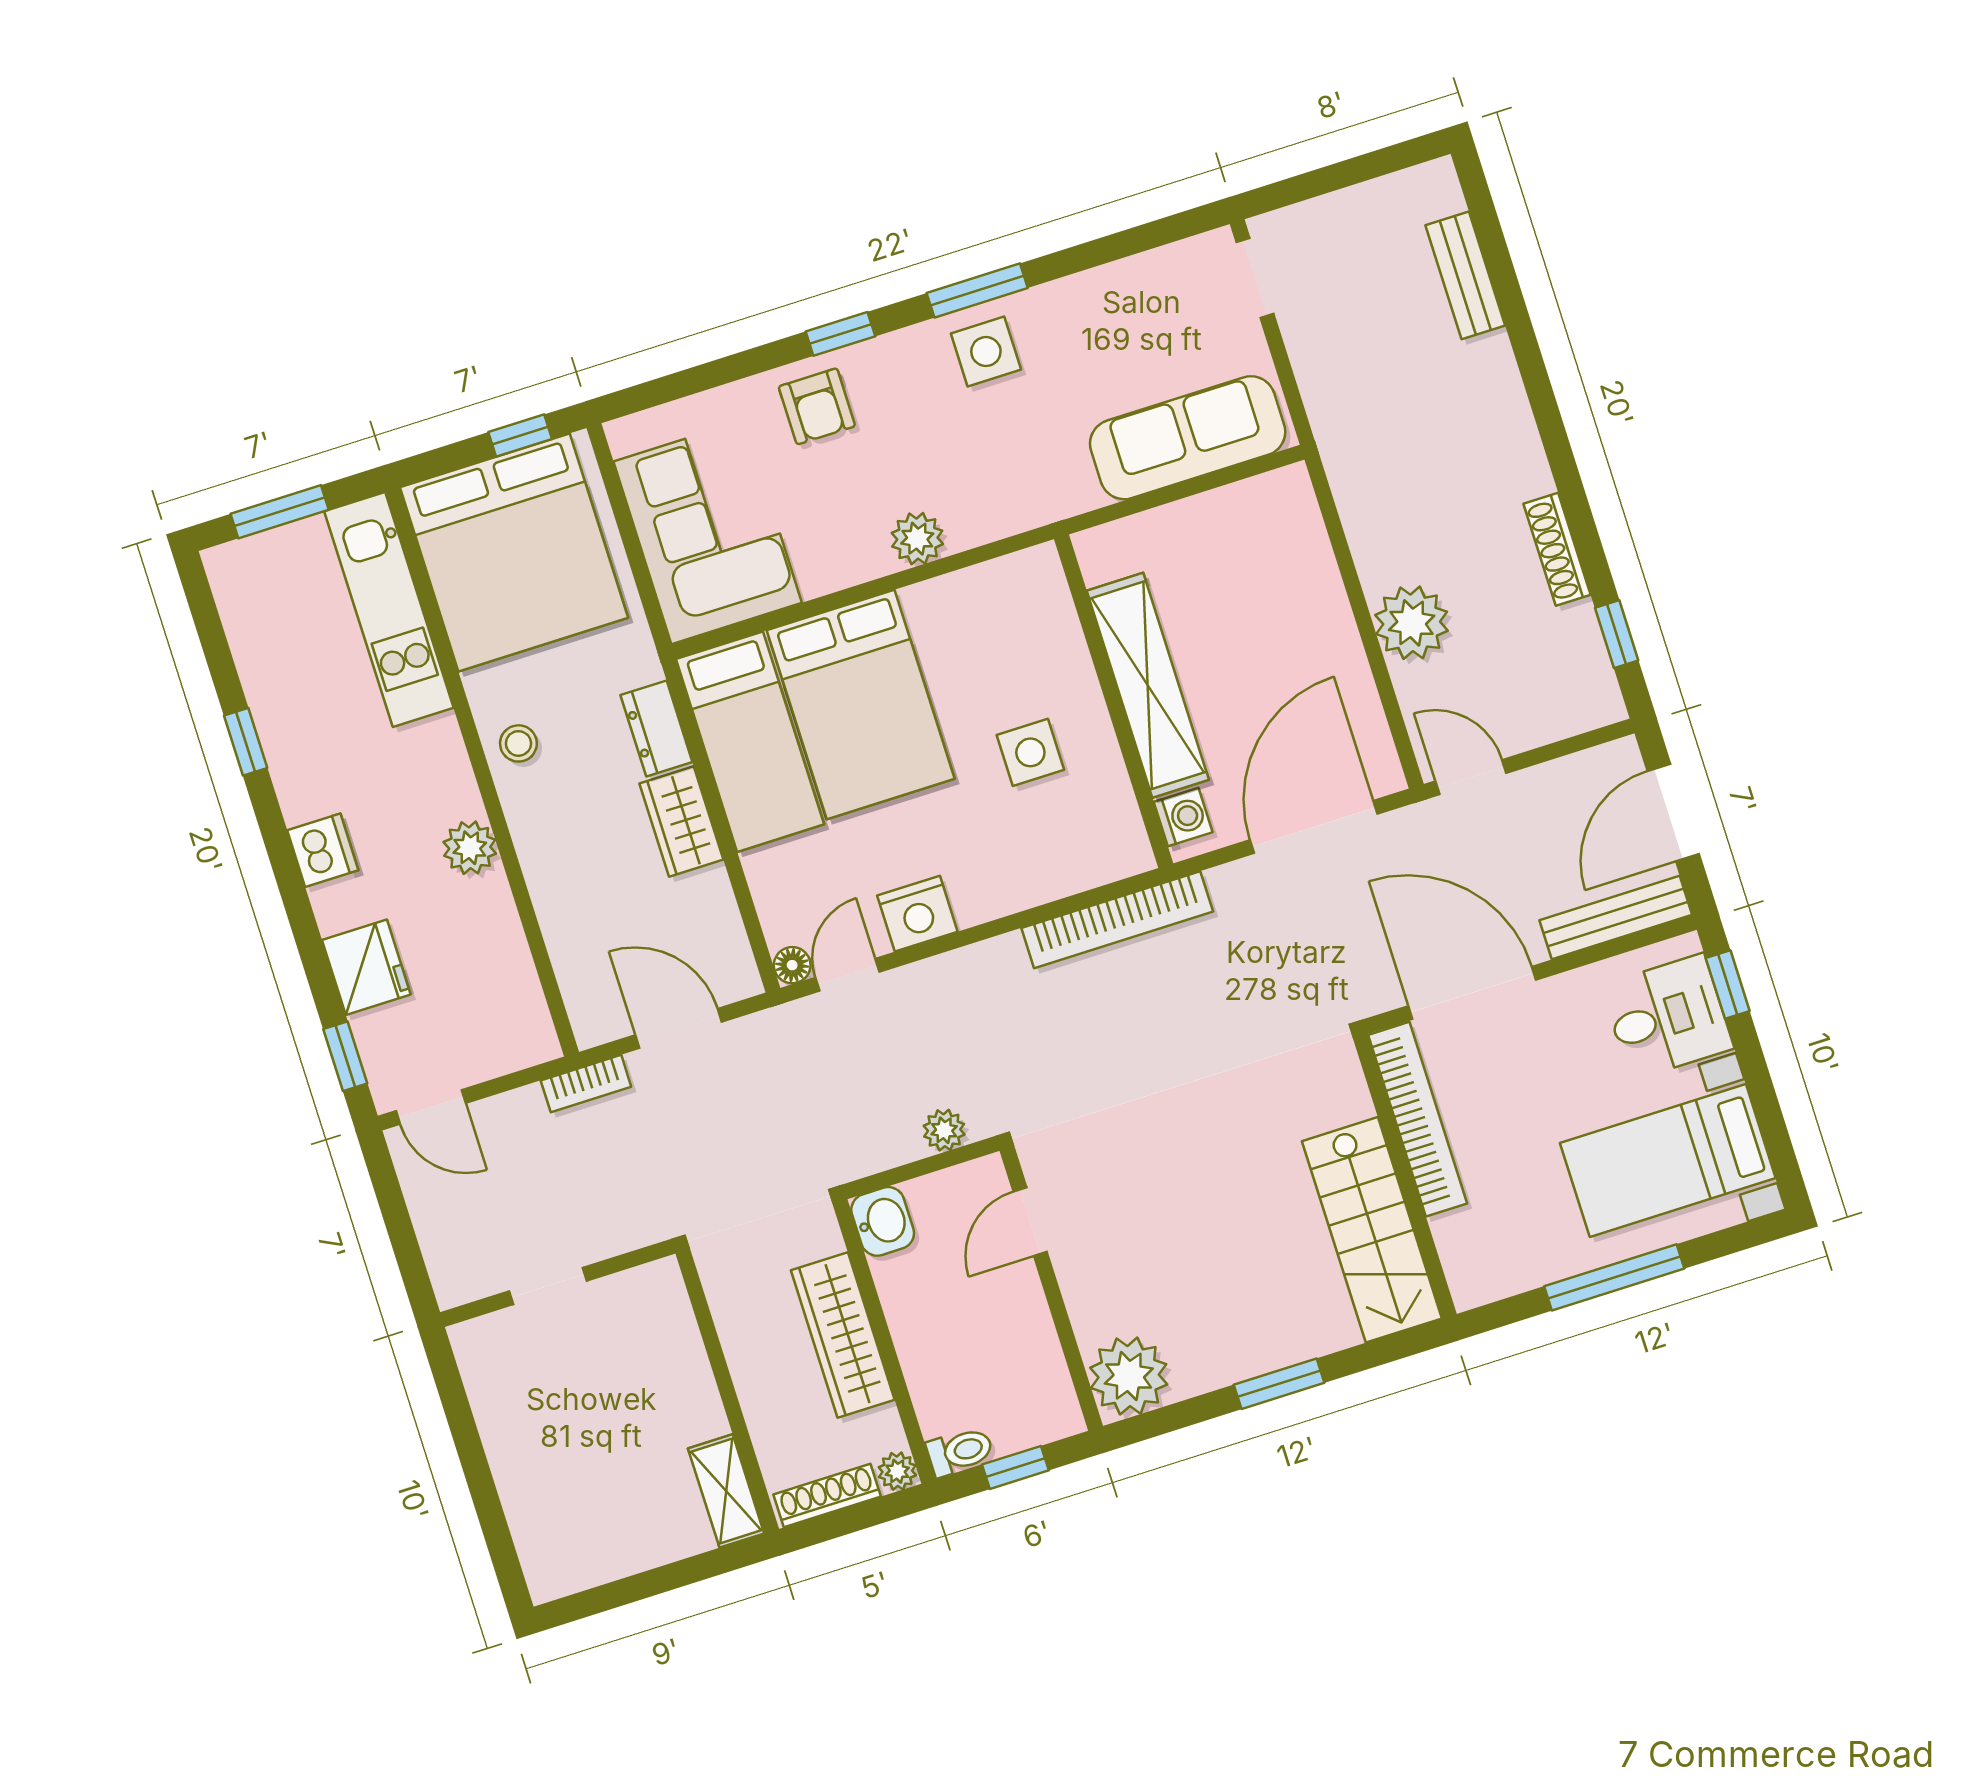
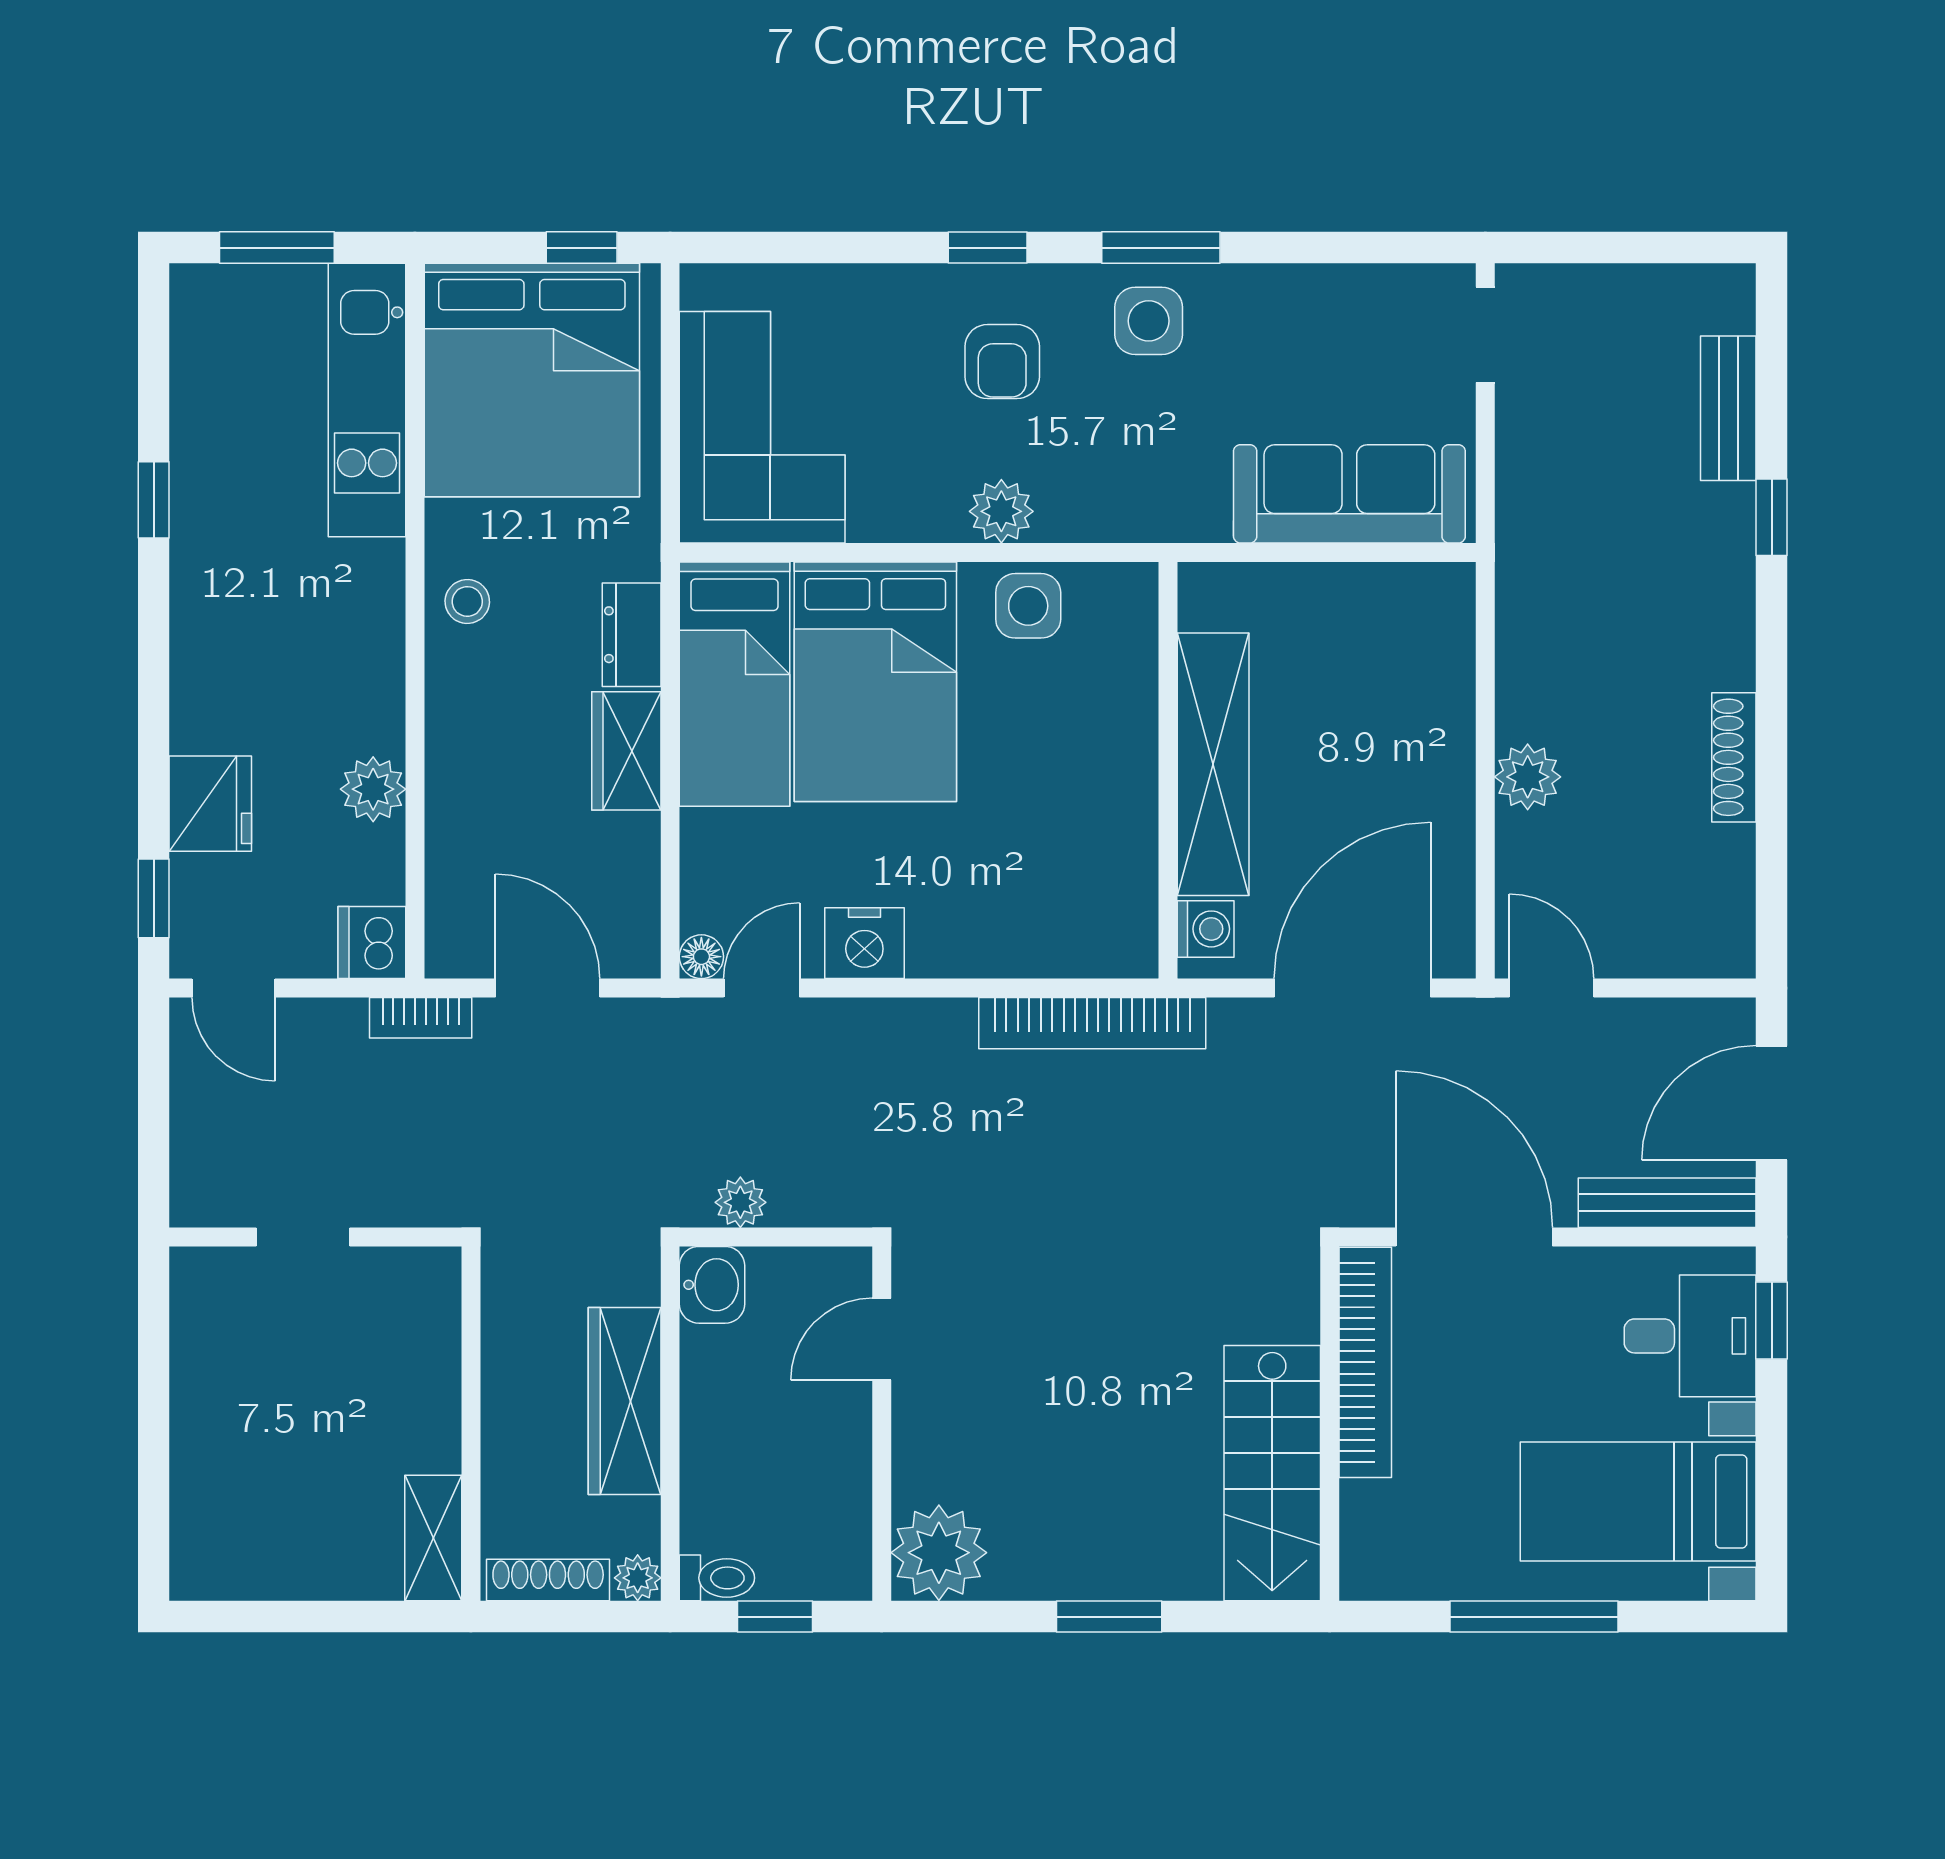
armchair: (817, 406) -> (1002, 362), moved
plant: (1412, 623) -> (1528, 777), width x0.73, depth x0.73
window: (1617, 634) -> (1772, 517), moved
side table: (1030, 752) -> (1028, 606), moved
plant: (470, 848) -> (373, 789), moved
dishwasher: (323, 850) -> (372, 943), moved, turned 180
plant: (944, 1130) -> (740, 1202), moved

